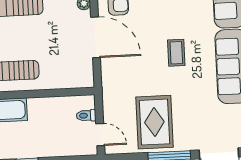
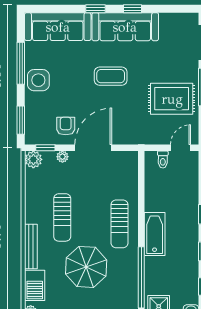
coffee table: (176, 53) -> (111, 76), width x1.36, depth x1.30

